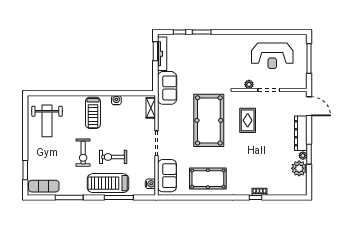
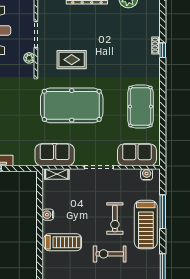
sofa: (167, 88) -> (55, 155), moved
exercise bike: (83, 153) -> (110, 254), turned 180

